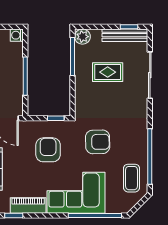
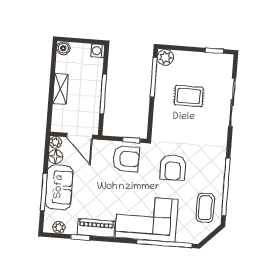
bench: (125, 35) -> (209, 59), removed
armchair: (98, 142) -> (173, 168), turned 91
armchair: (48, 150) -> (126, 159), moved, turned 90

